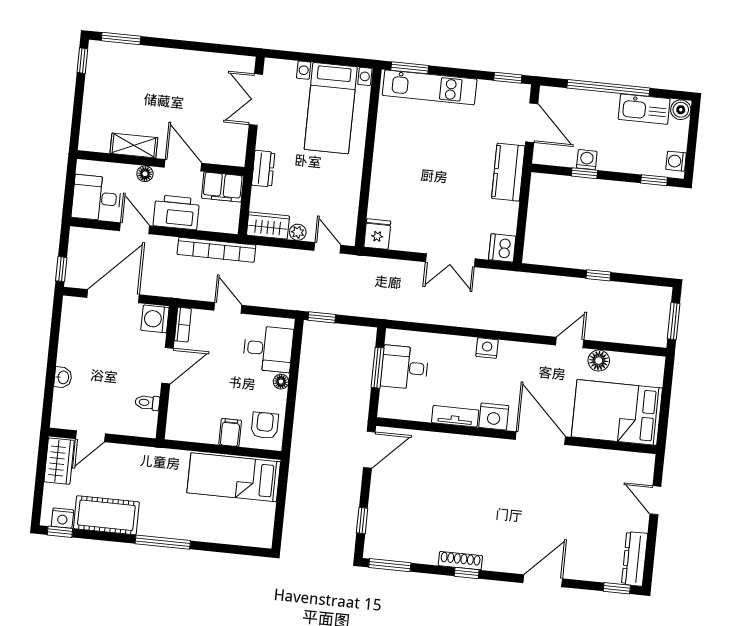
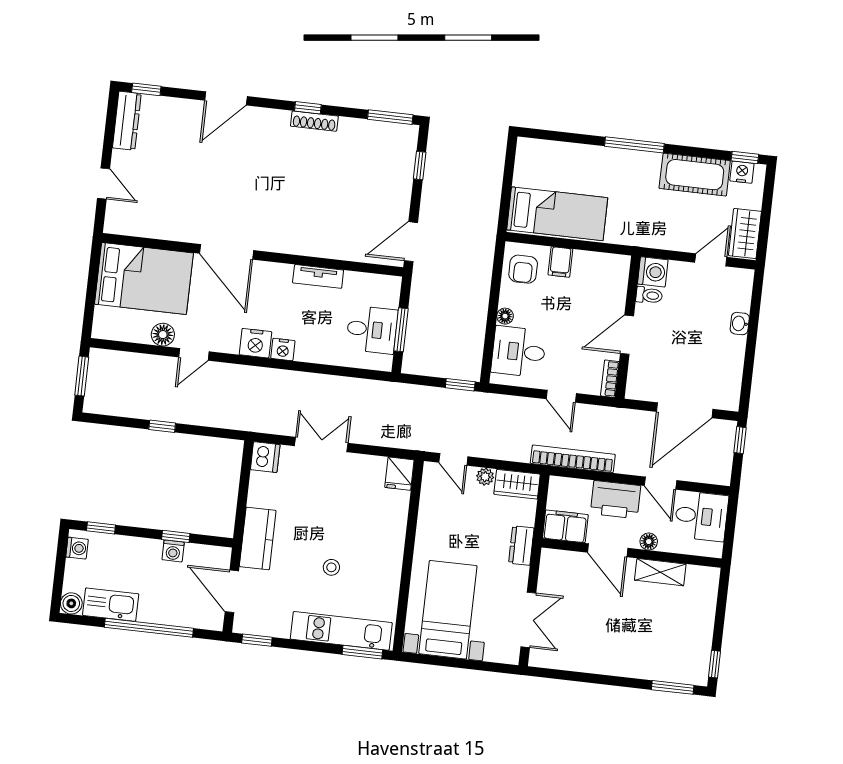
stool: (439, 146) -> (331, 567), added
washing machine: (155, 319) -> (653, 272), moved
nightstand: (494, 416) -> (255, 343), moved, turned 180

